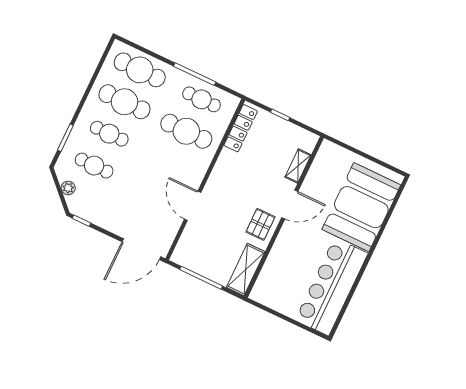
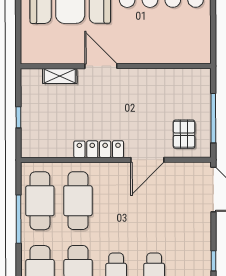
cafe table: (202, 99) -> (40, 201), width x1.37, depth x1.35
locker: (241, 128) -> (99, 149), moved
pallet: (260, 224) -> (184, 134), moved, turned 90
shelving: (246, 270) -> (185, 79), removed

